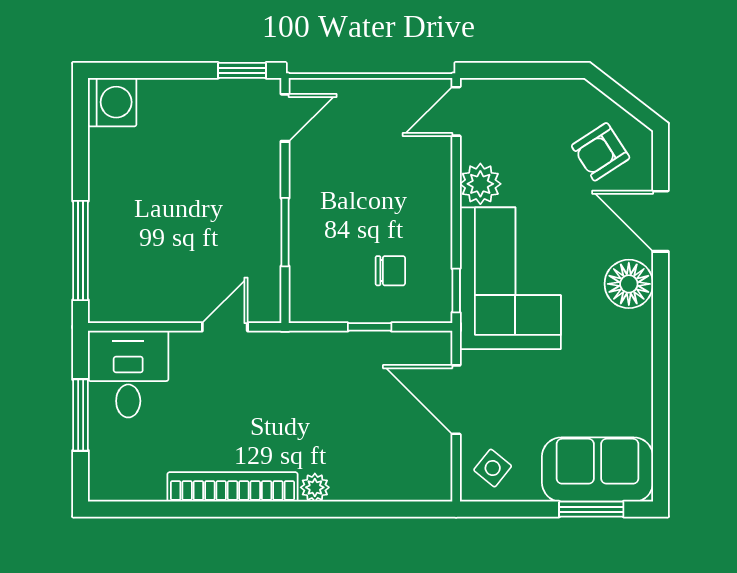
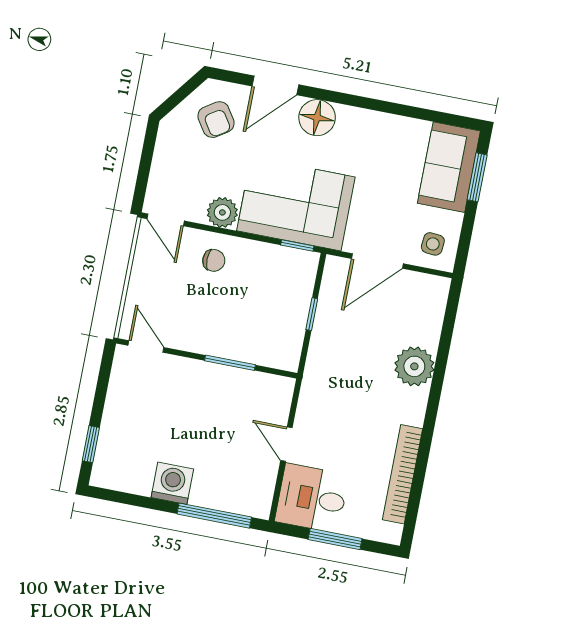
window: (242, 70) -> (91, 444), moved
washing machine: (112, 102) -> (172, 483), moved
chair: (390, 271) -> (214, 260), moved, turned 90
door: (225, 327) -> (286, 444), moved
side table: (493, 468) -> (433, 244), turned -34
bookcase: (233, 487) -> (402, 474), moved
plant: (315, 487) -> (414, 366), width x1.88, depth x1.88

